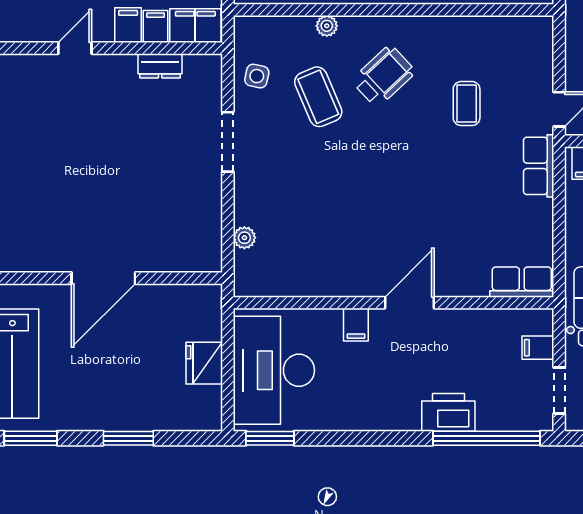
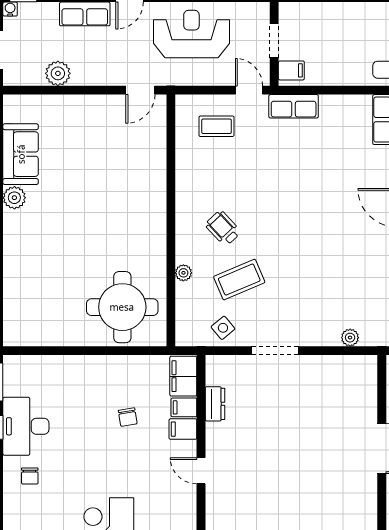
side table: (257, 76) -> (223, 328), turned 38
wheelchair: (383, 76) -> (223, 228), width x0.73, depth x0.73
coffee table: (467, 104) -> (216, 126), moved

